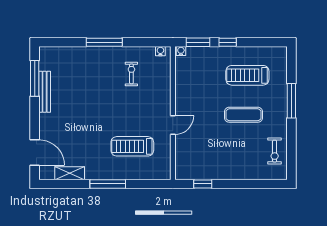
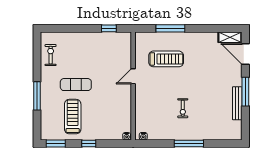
window: (198, 42) -> (56, 143), moved
exercise bike: (131, 74) -> (183, 108), moved
treadmill: (247, 75) -> (73, 117), turned -90
window: (35, 78) -> (245, 92), moved
shelving: (70, 173) -> (230, 37), moved
window: (108, 184) -> (170, 28), moved

